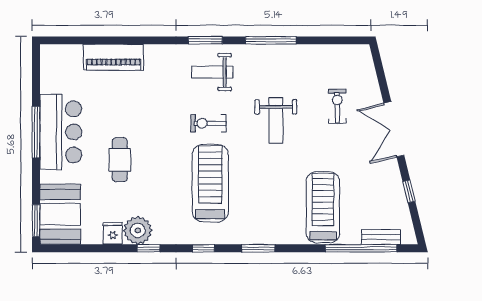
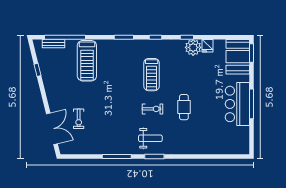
piano: (114, 57) -> (207, 147), removed
weight bench: (276, 121) -> (114, 110), removed
double door: (394, 129) -> (52, 129), moved
cafe table: (120, 160) -> (184, 107), moved
treadmill: (210, 183) -> (152, 75), width x0.73, depth x0.73

